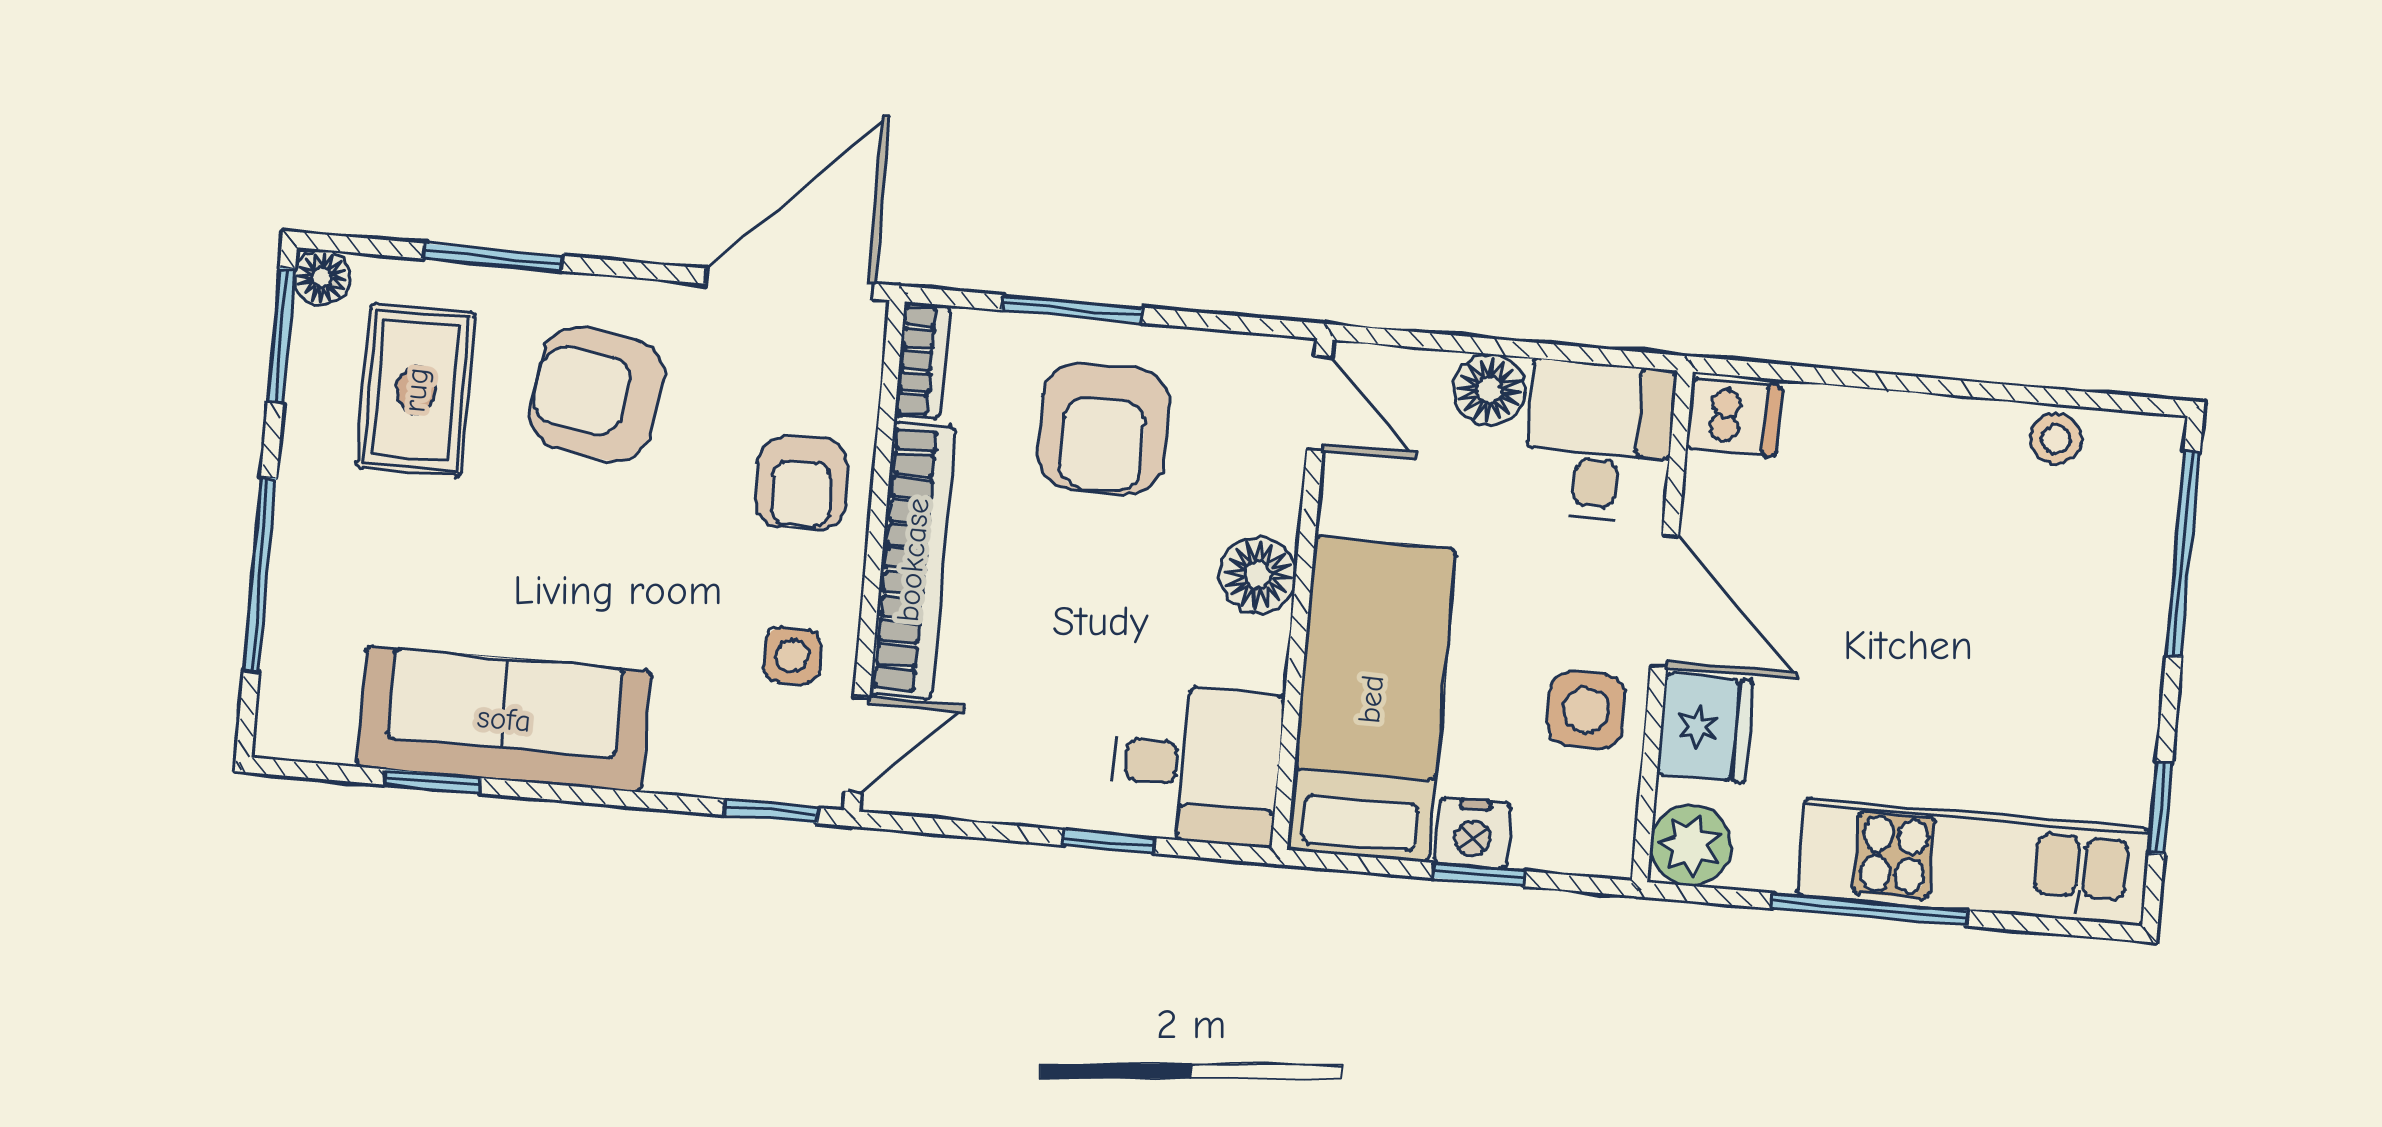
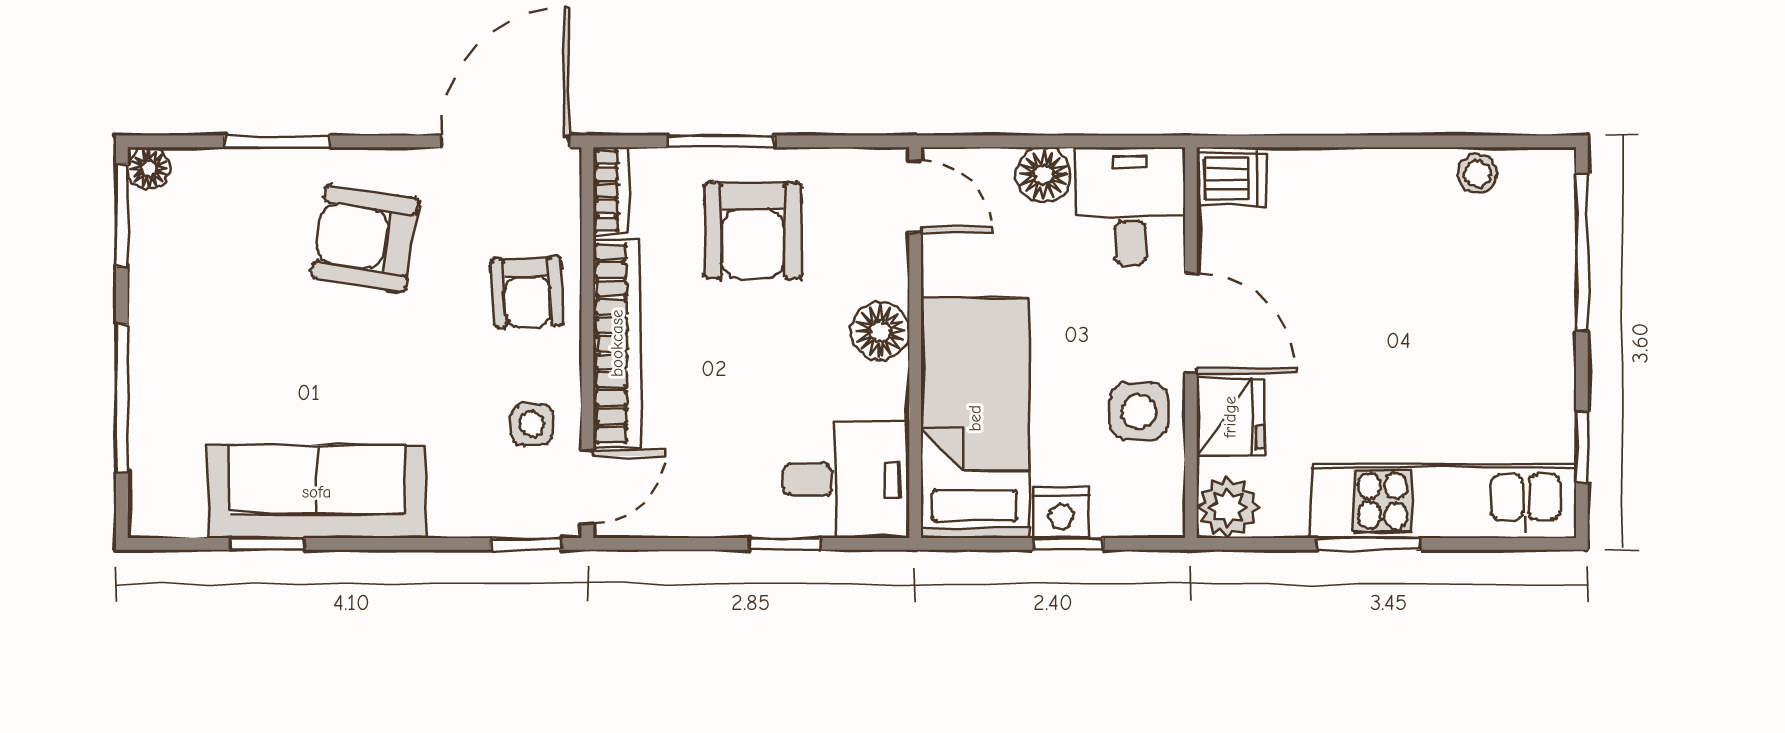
rug: (416, 390) -> (228, 248), removed
window: (1870, 910) -> (1368, 544), width x0.69

